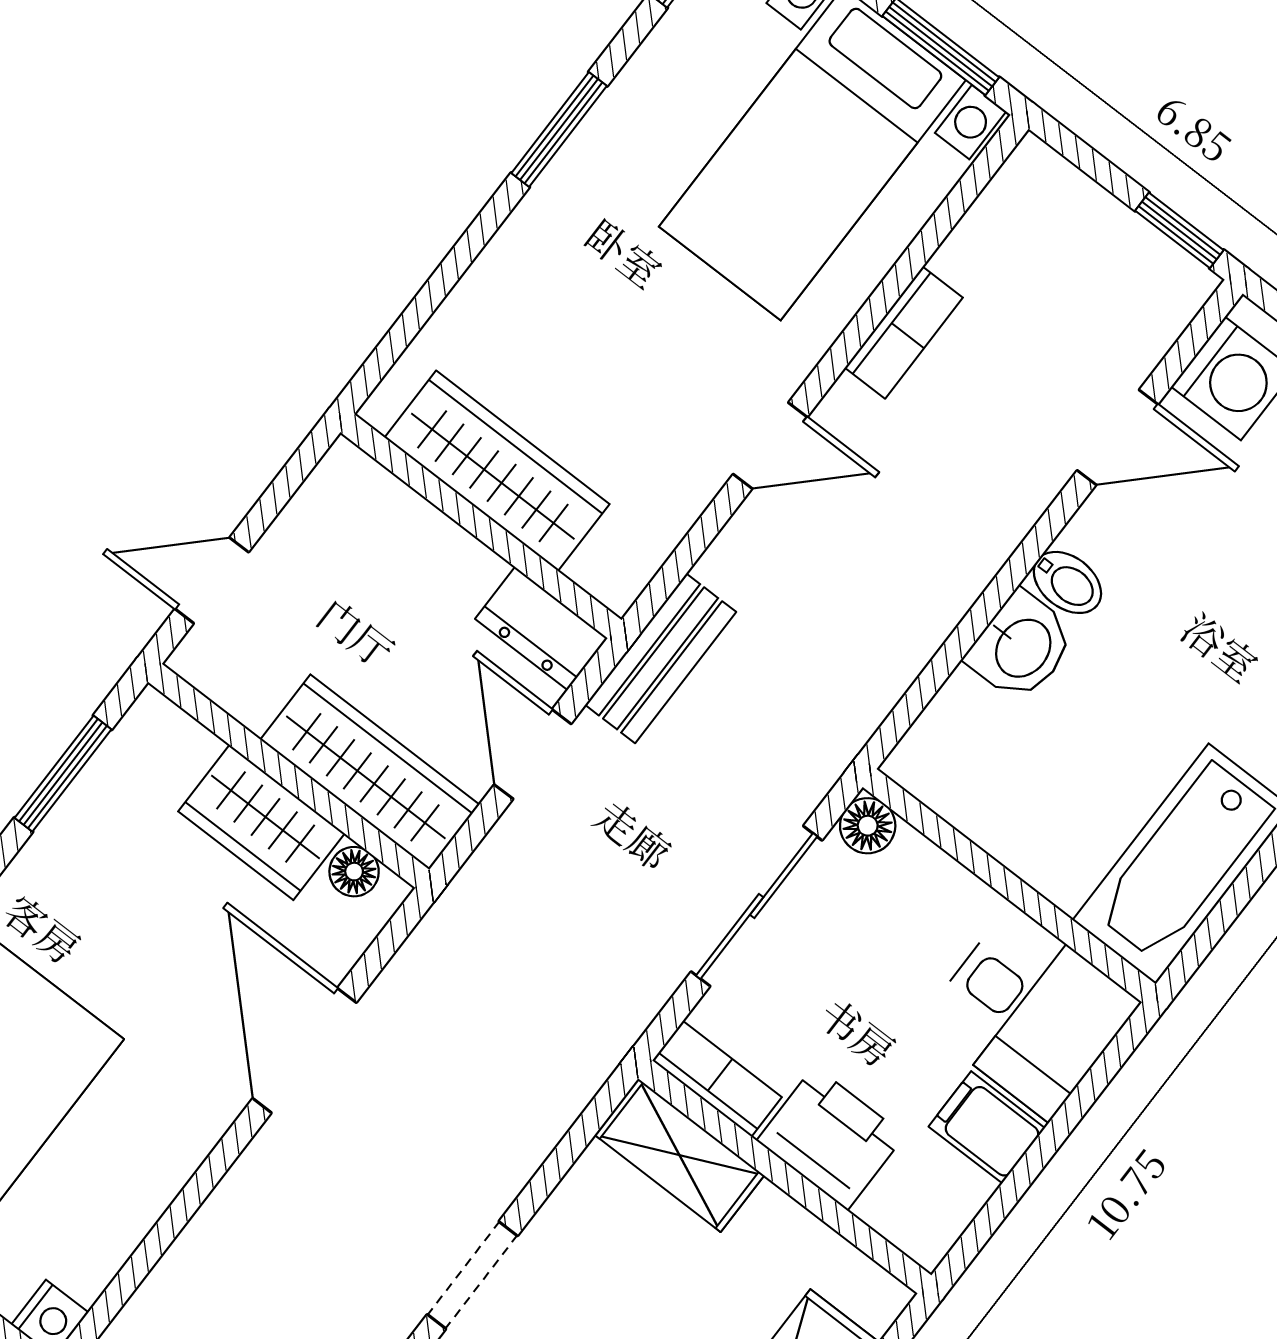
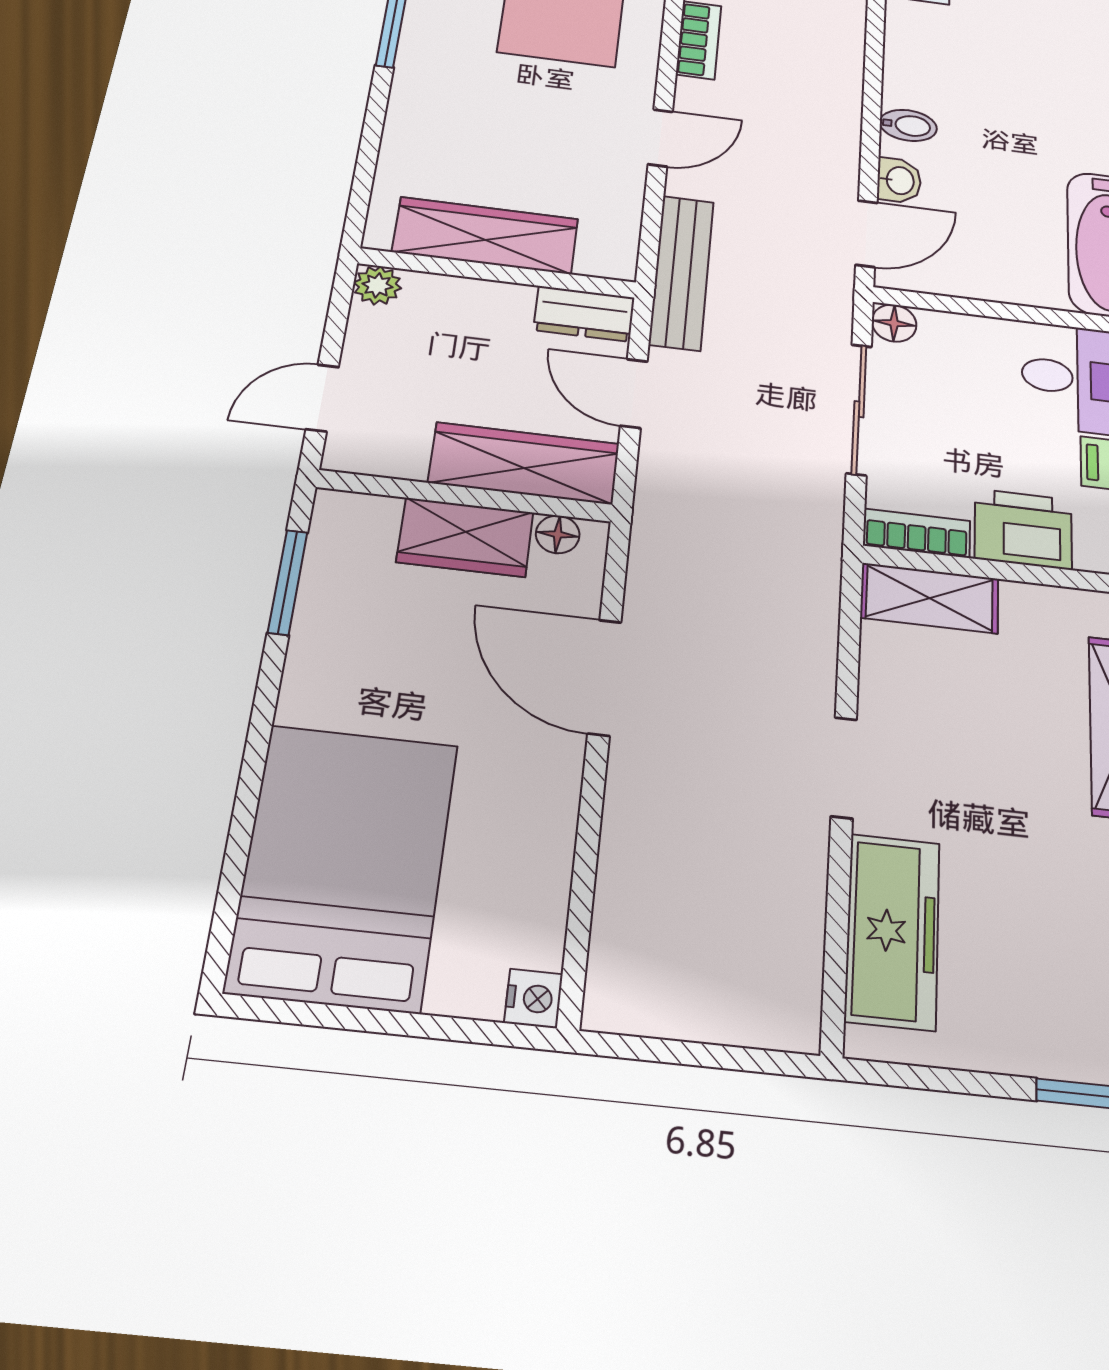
door: (1118, 437) -> (866, 234), moved
plant: (346, 472) -> (377, 285), added
washbasin: (1021, 647) -> (899, 180), width x0.72, depth x0.69
bench: (661, 658) -> (681, 272), width x1.36

